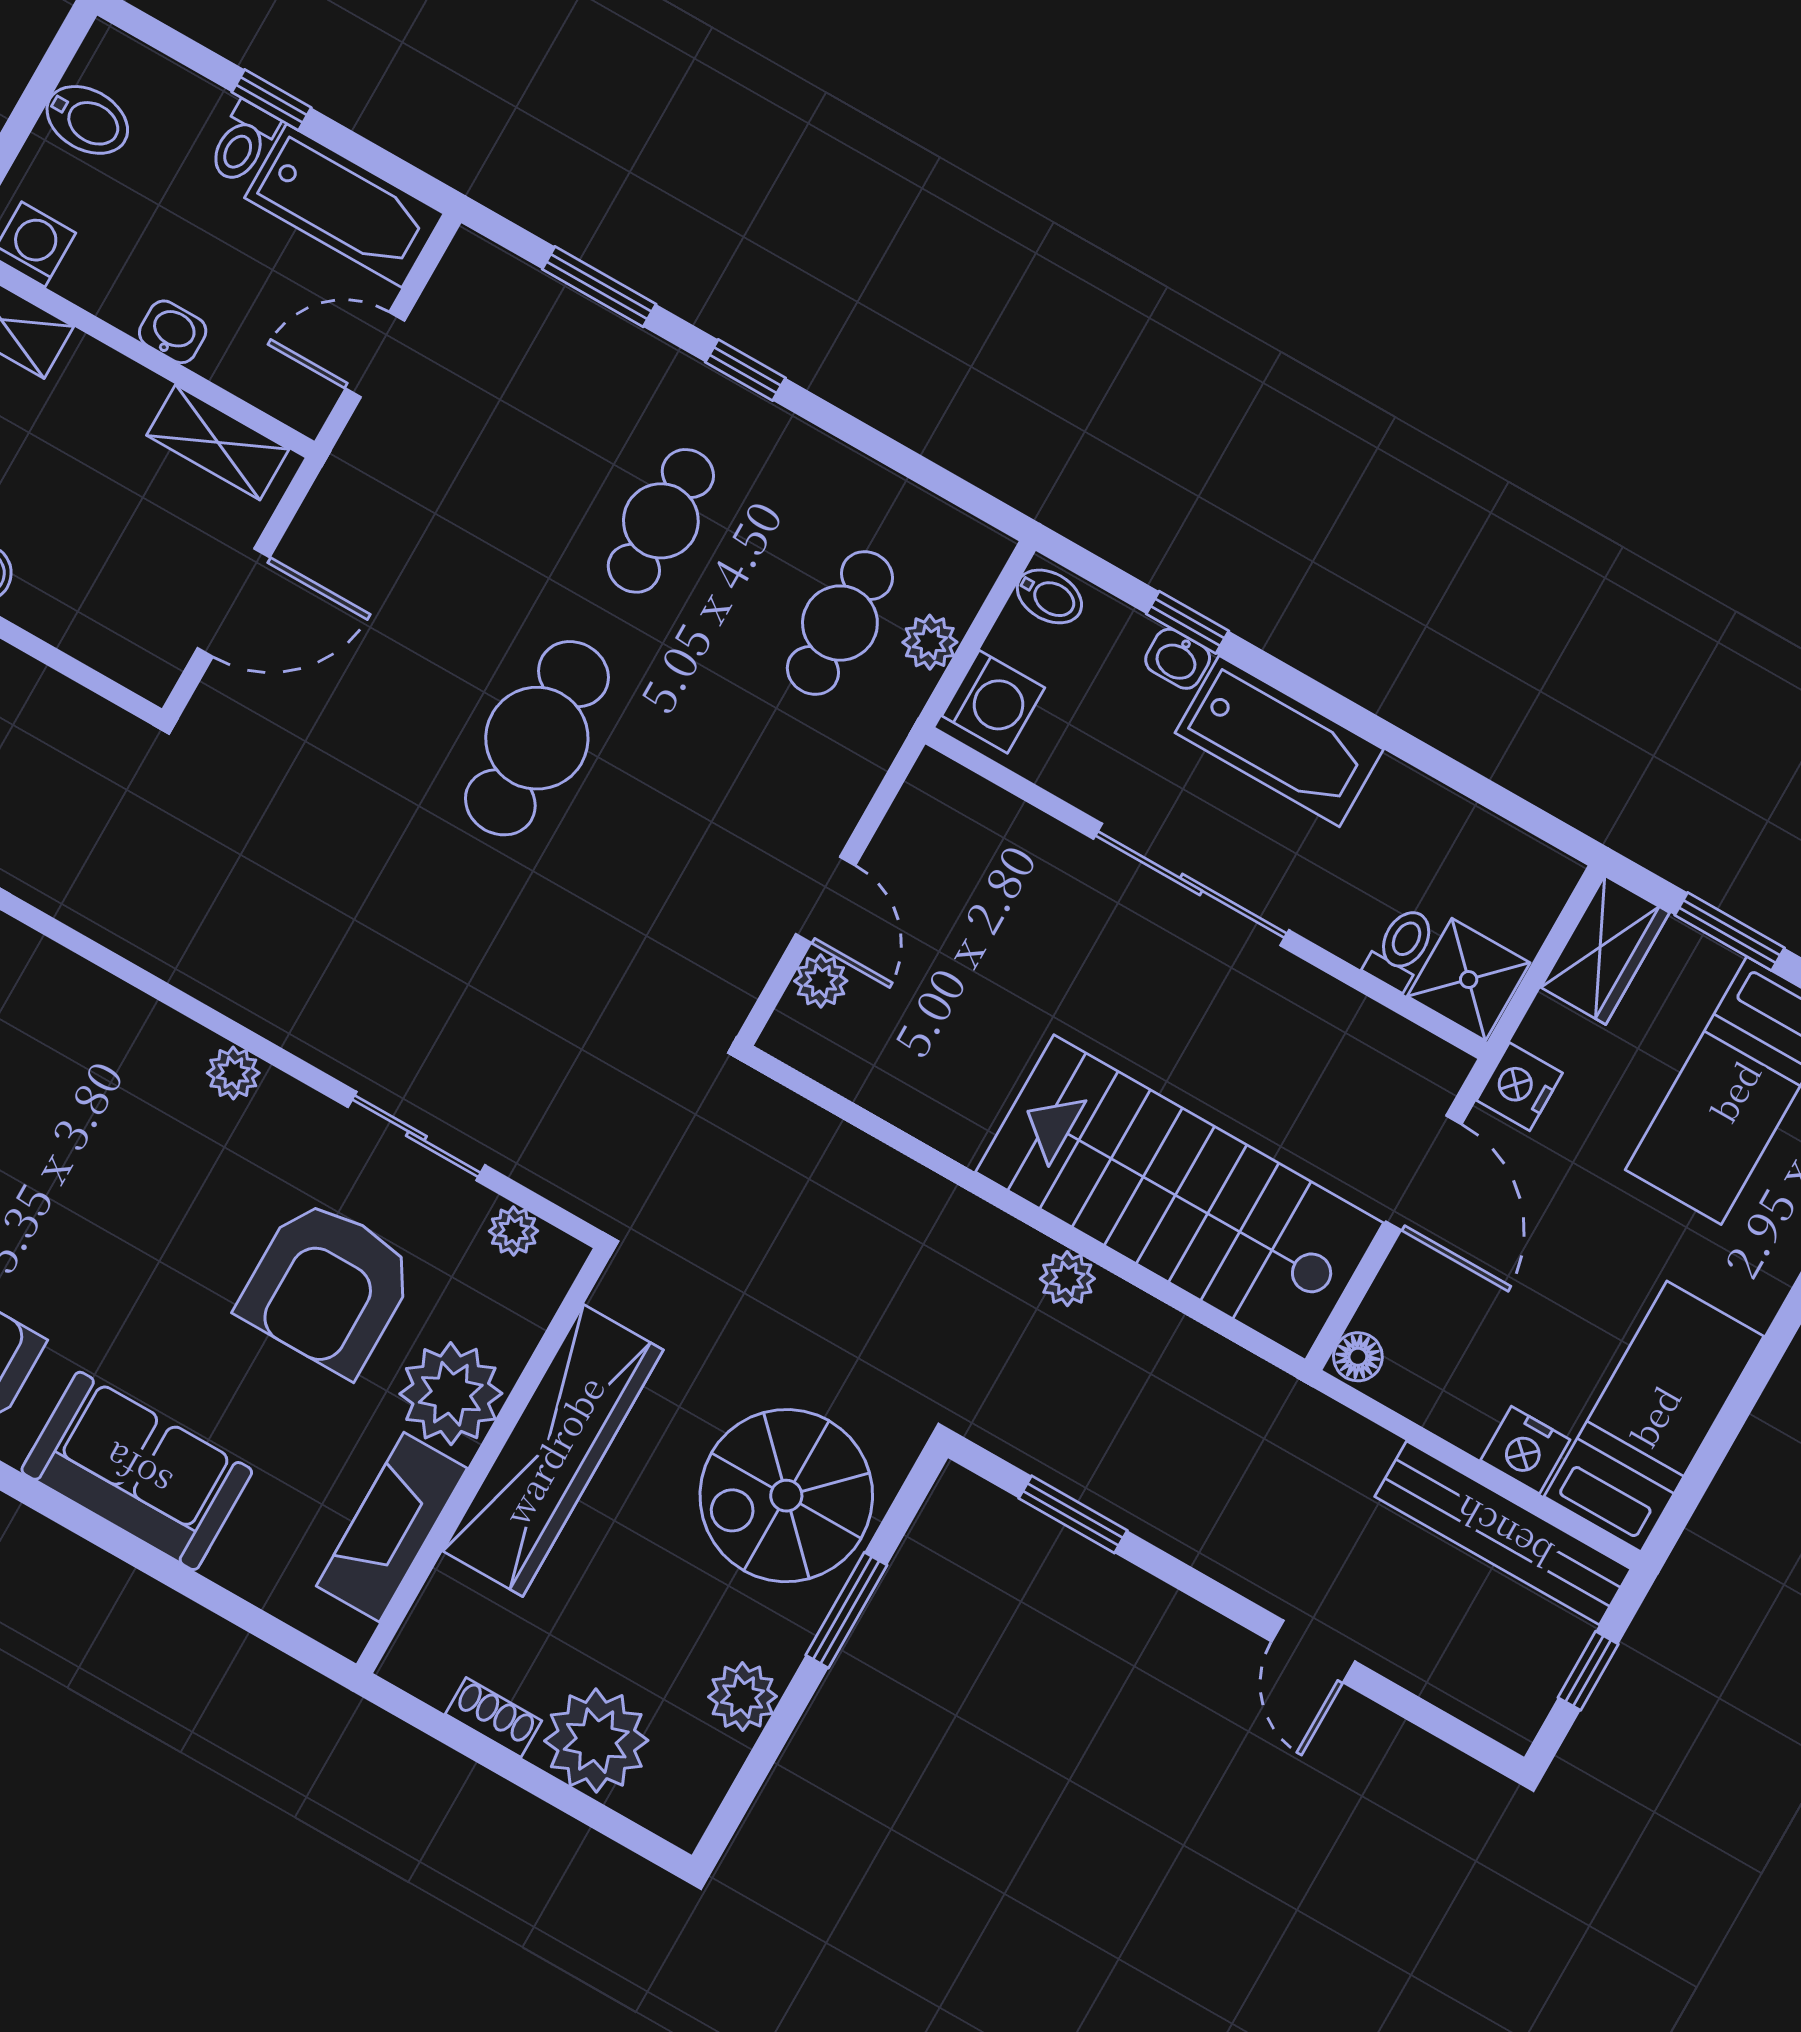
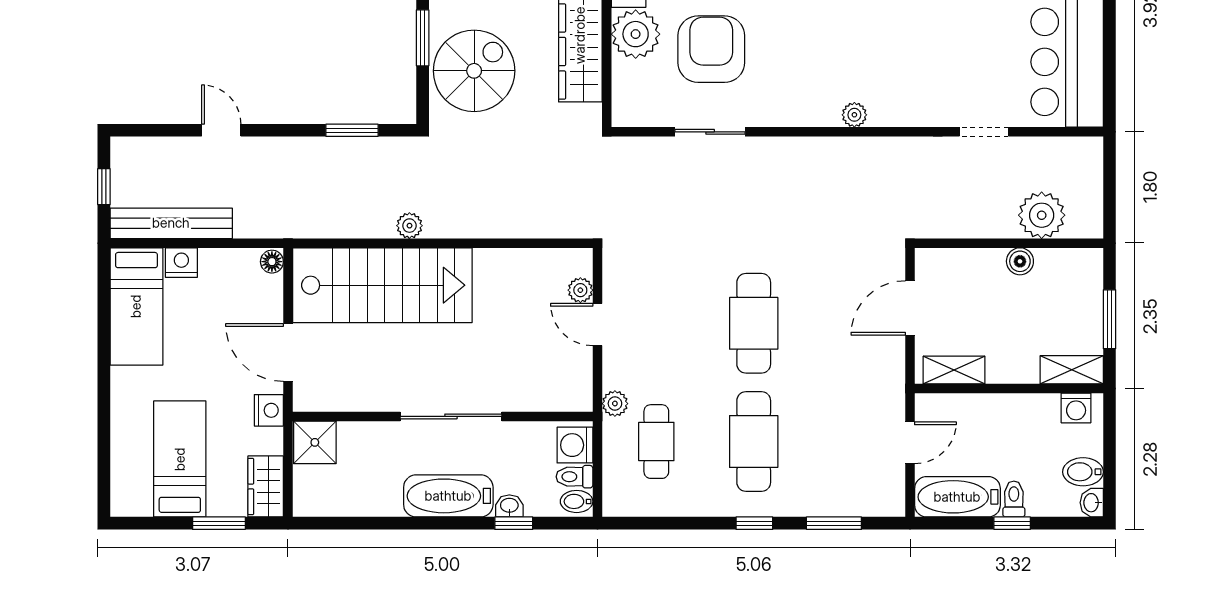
washbasin: (173, 332) -> (1092, 503), moved, turned 90
cafe table: (661, 521) -> (754, 442), width x1.37, depth x1.35
plant: (930, 642) -> (615, 404), moved
toilet: (1401, 948) -> (574, 477), moved, turned 90
plant: (233, 1073) -> (854, 115), moved
plant: (514, 1231) -> (648, 116), removed

